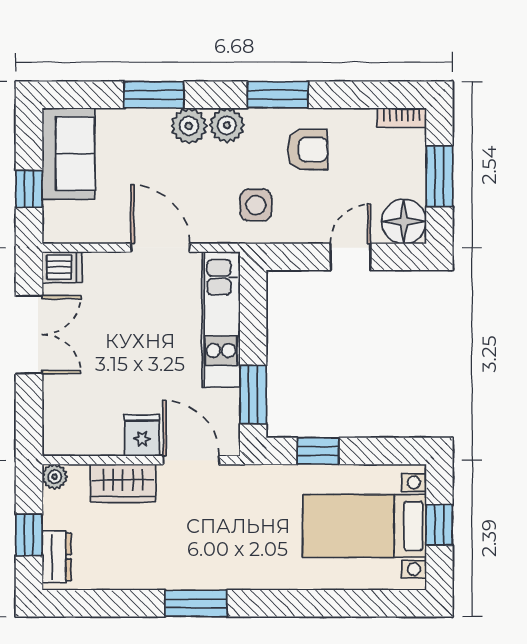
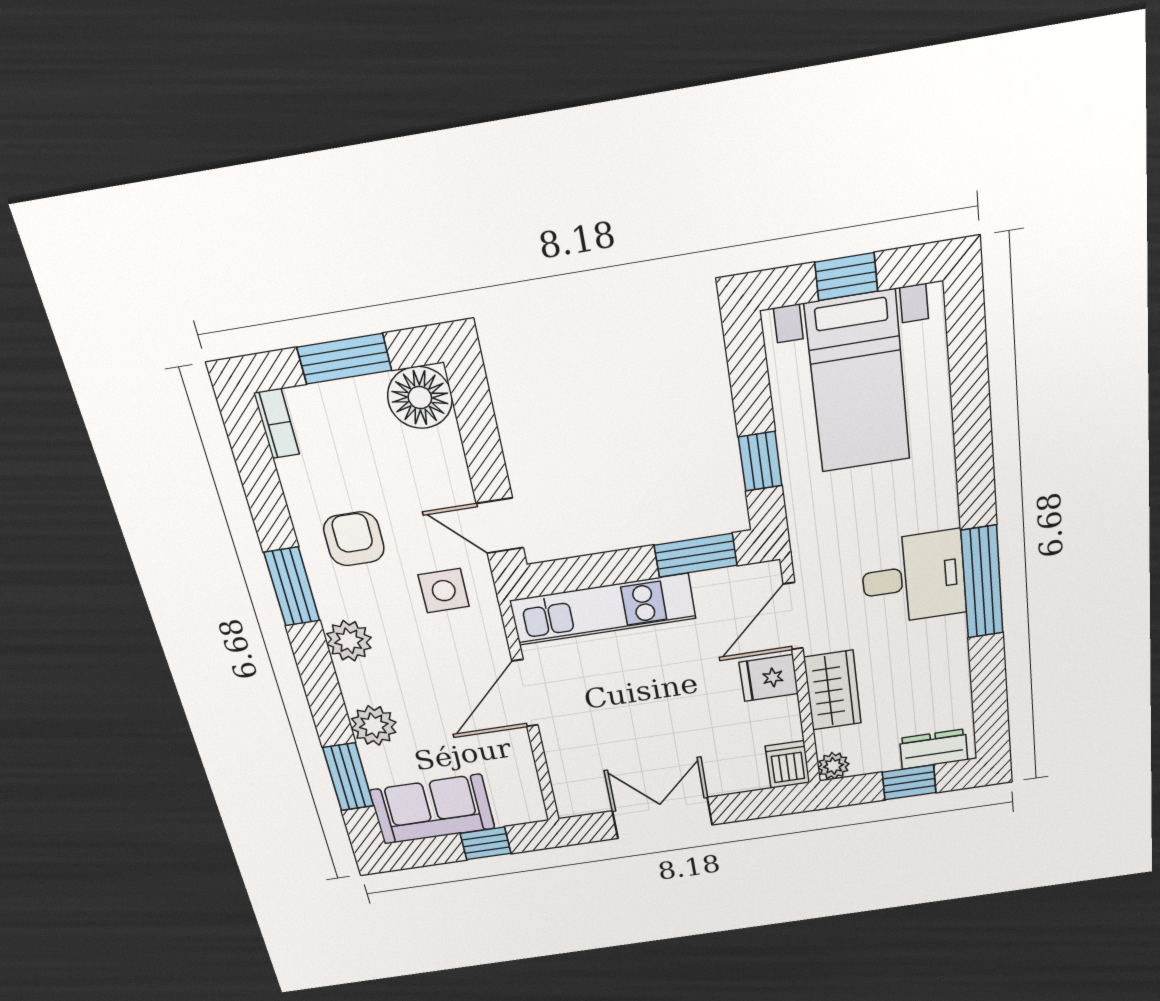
window: (154, 95) -> (348, 777), moved
plant: (189, 126) -> (374, 726), moved
door: (350, 257) -> (500, 526), moved
dishwasher: (62, 267) -> (788, 765), moved
desk: (208, 553) -> (914, 578), added
window: (196, 603) -> (982, 582), width x1.44

